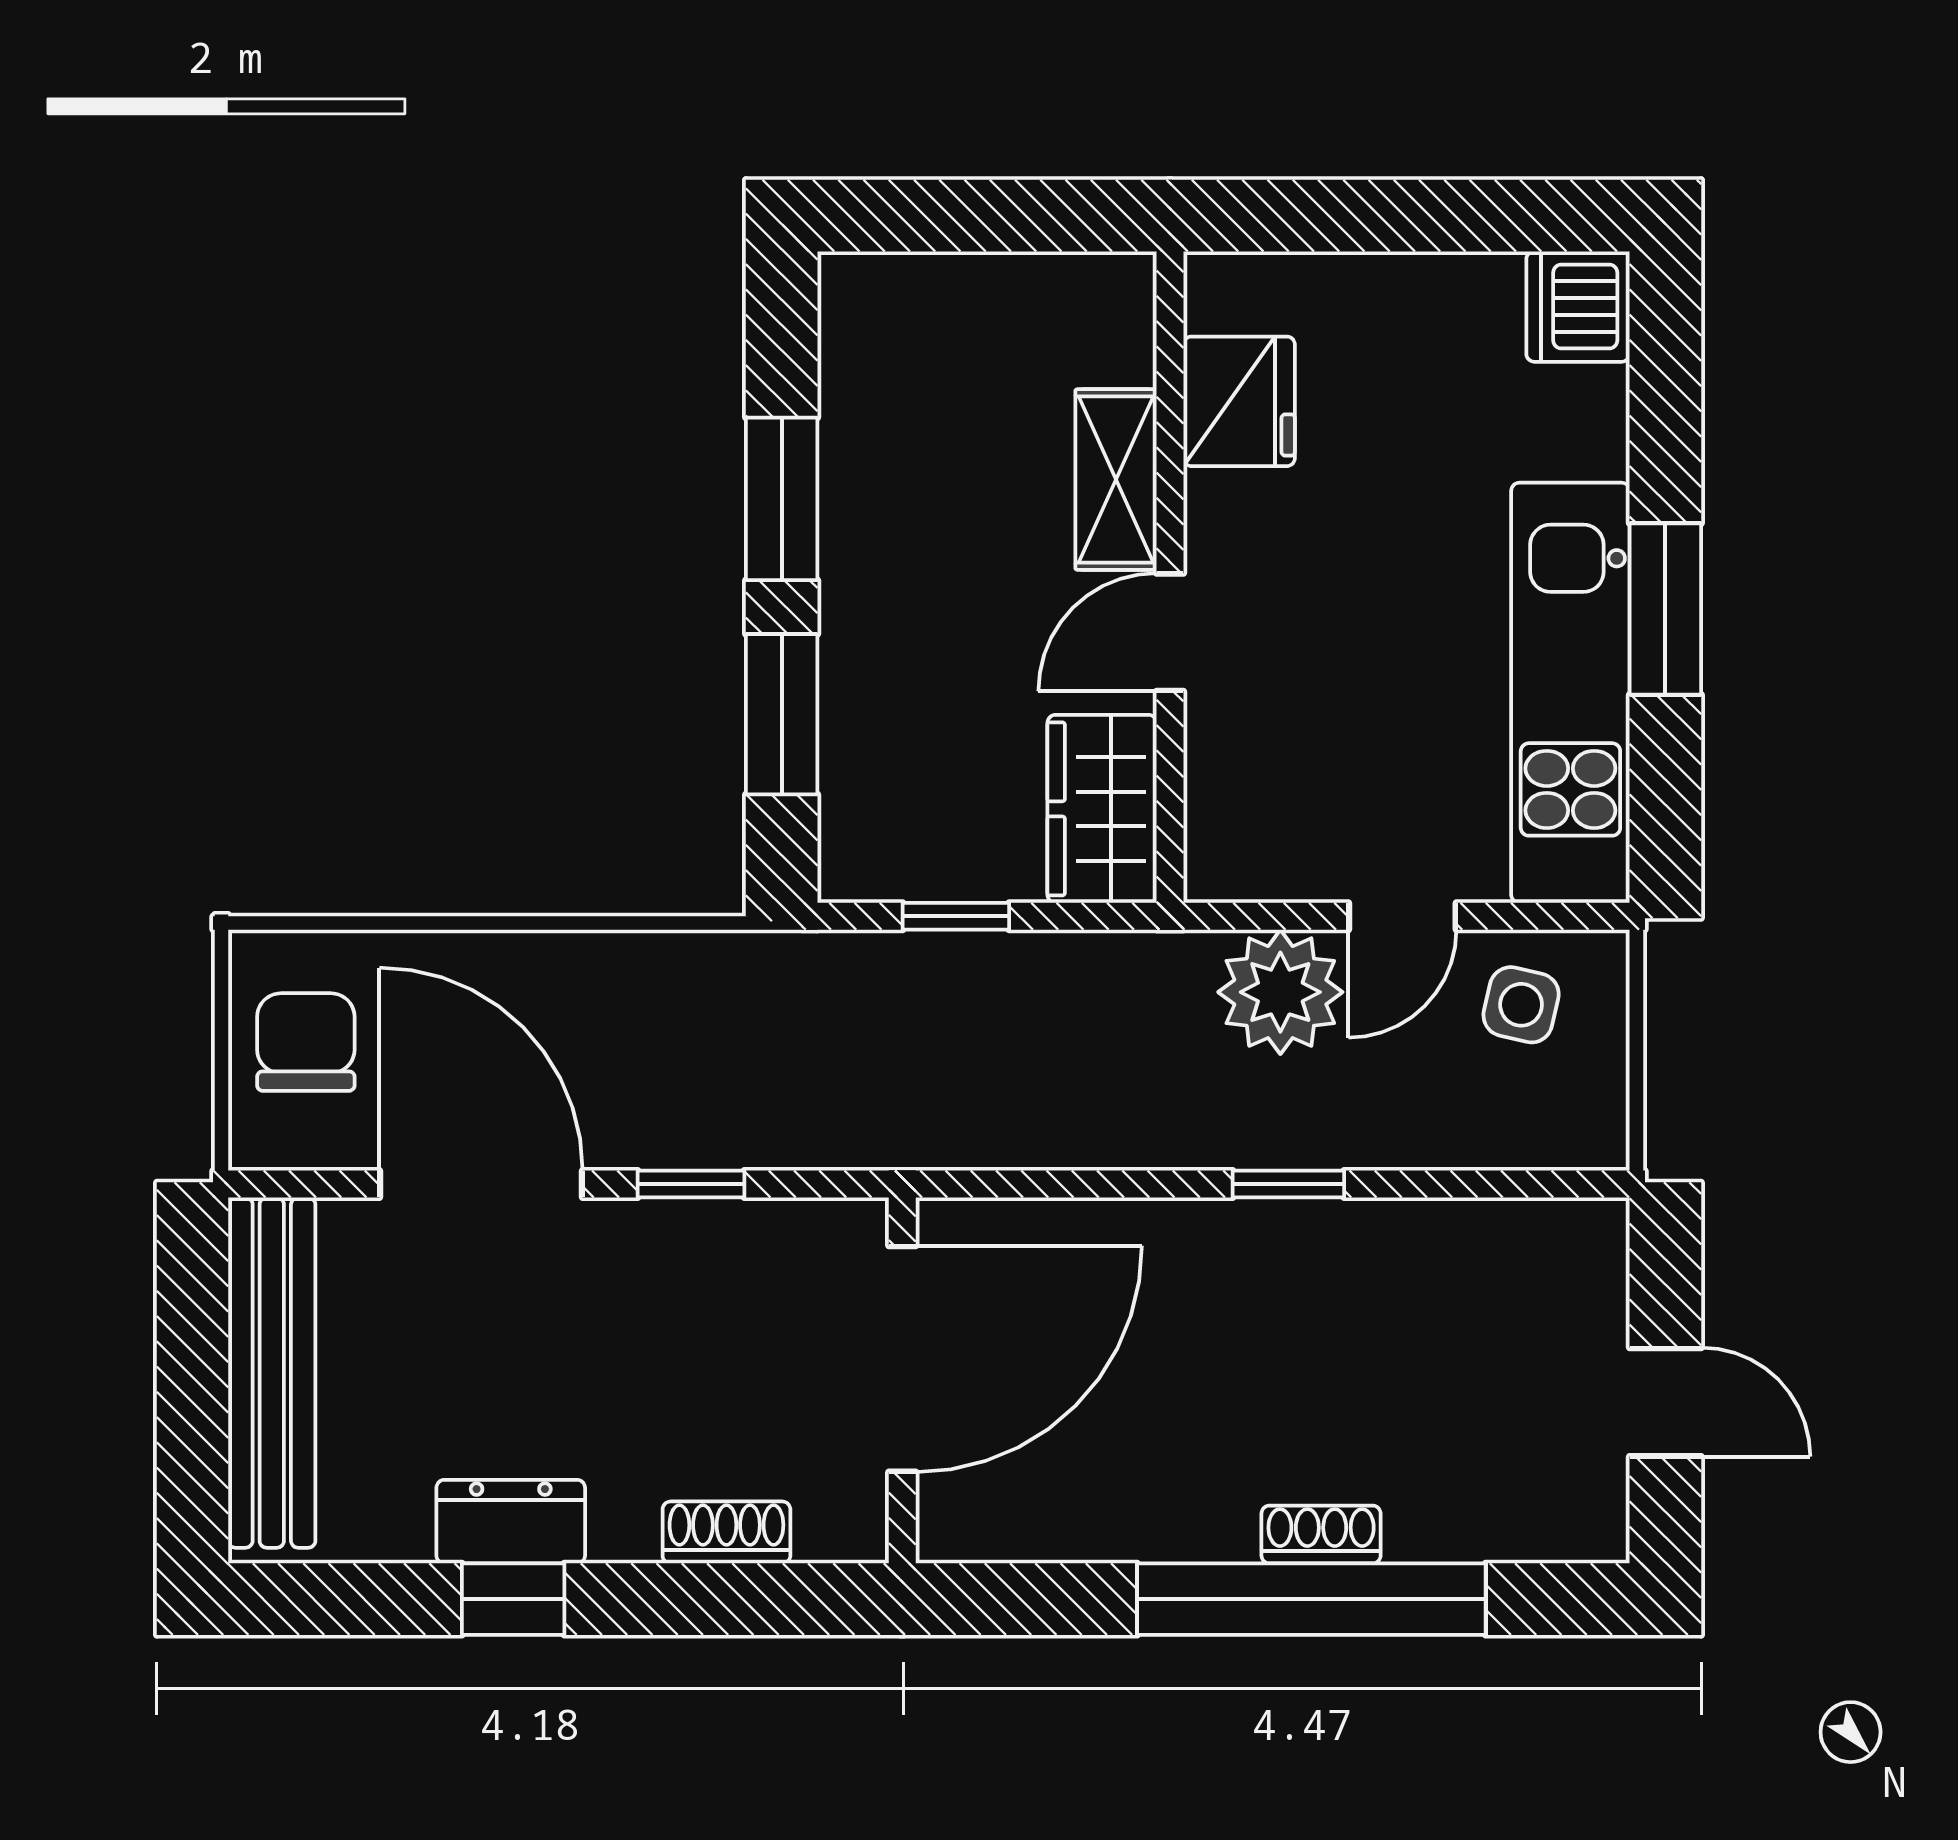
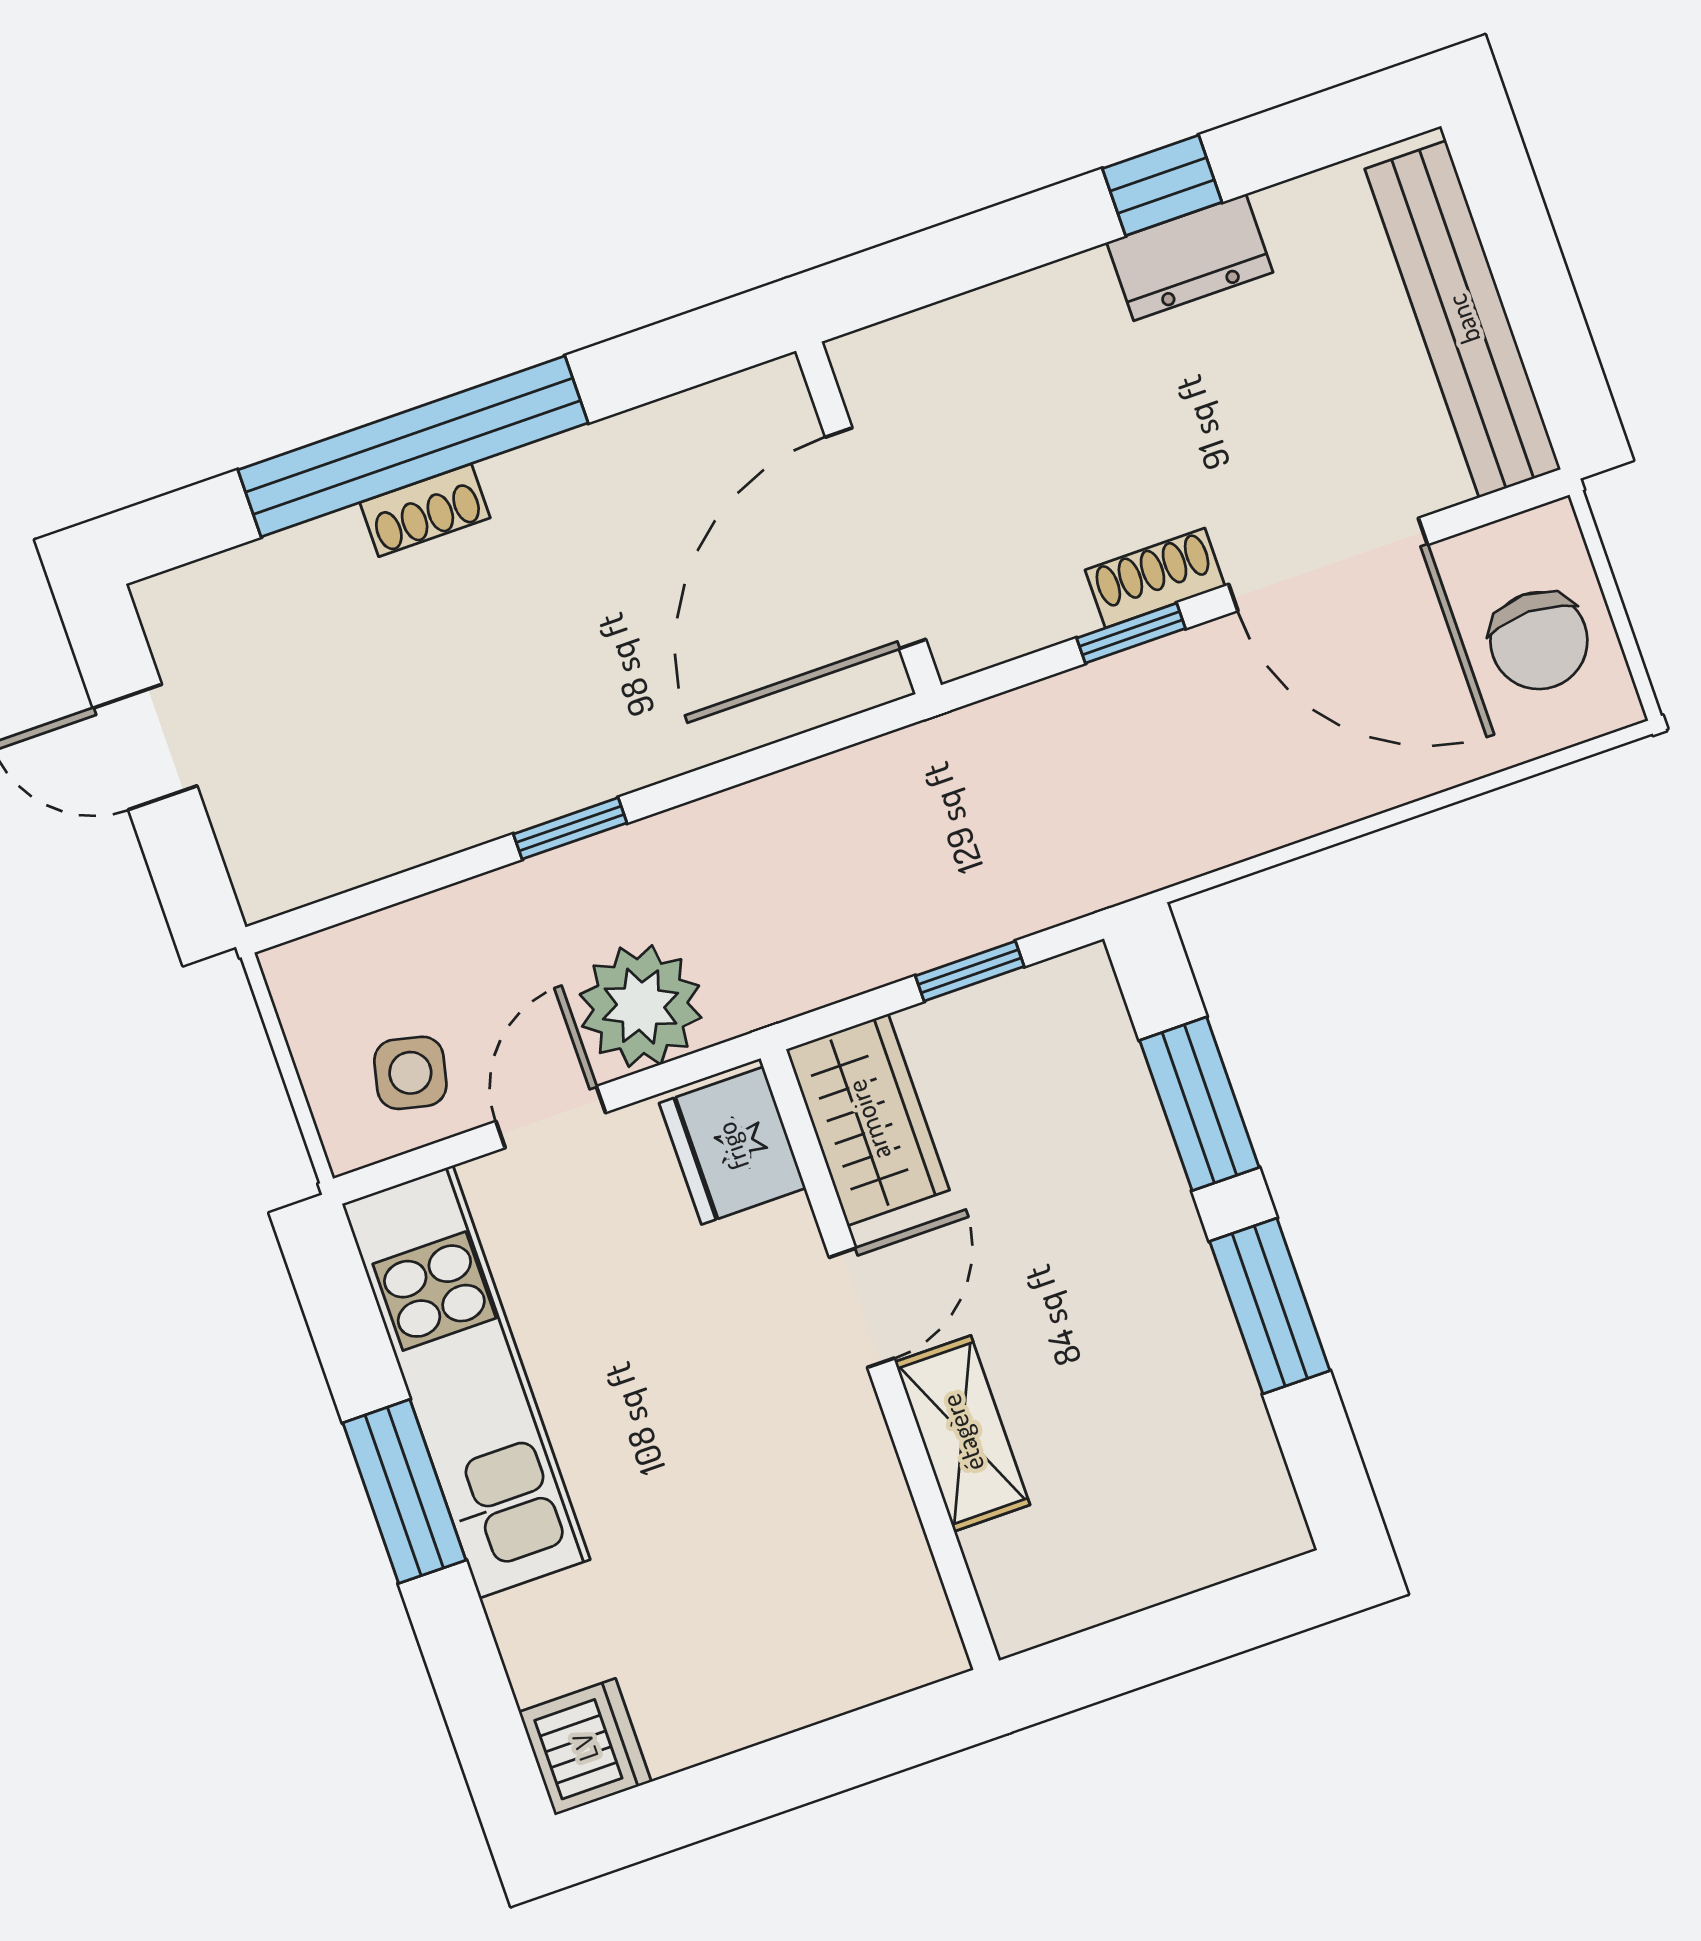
fridge: (1239, 401) -> (732, 1146), moved
shoe rack: (726, 1532) -> (1155, 578), moved, turned 180

